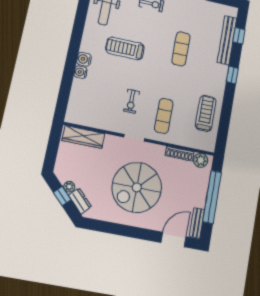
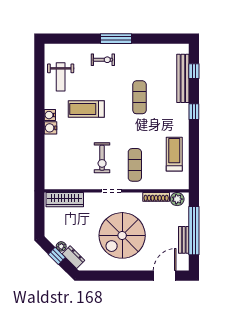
water cooler: (81, 72) -> (50, 115), moved
exercise bike: (131, 101) -> (102, 158), width x1.38, depth x1.39
bench: (197, 223) -> (184, 240), moved

